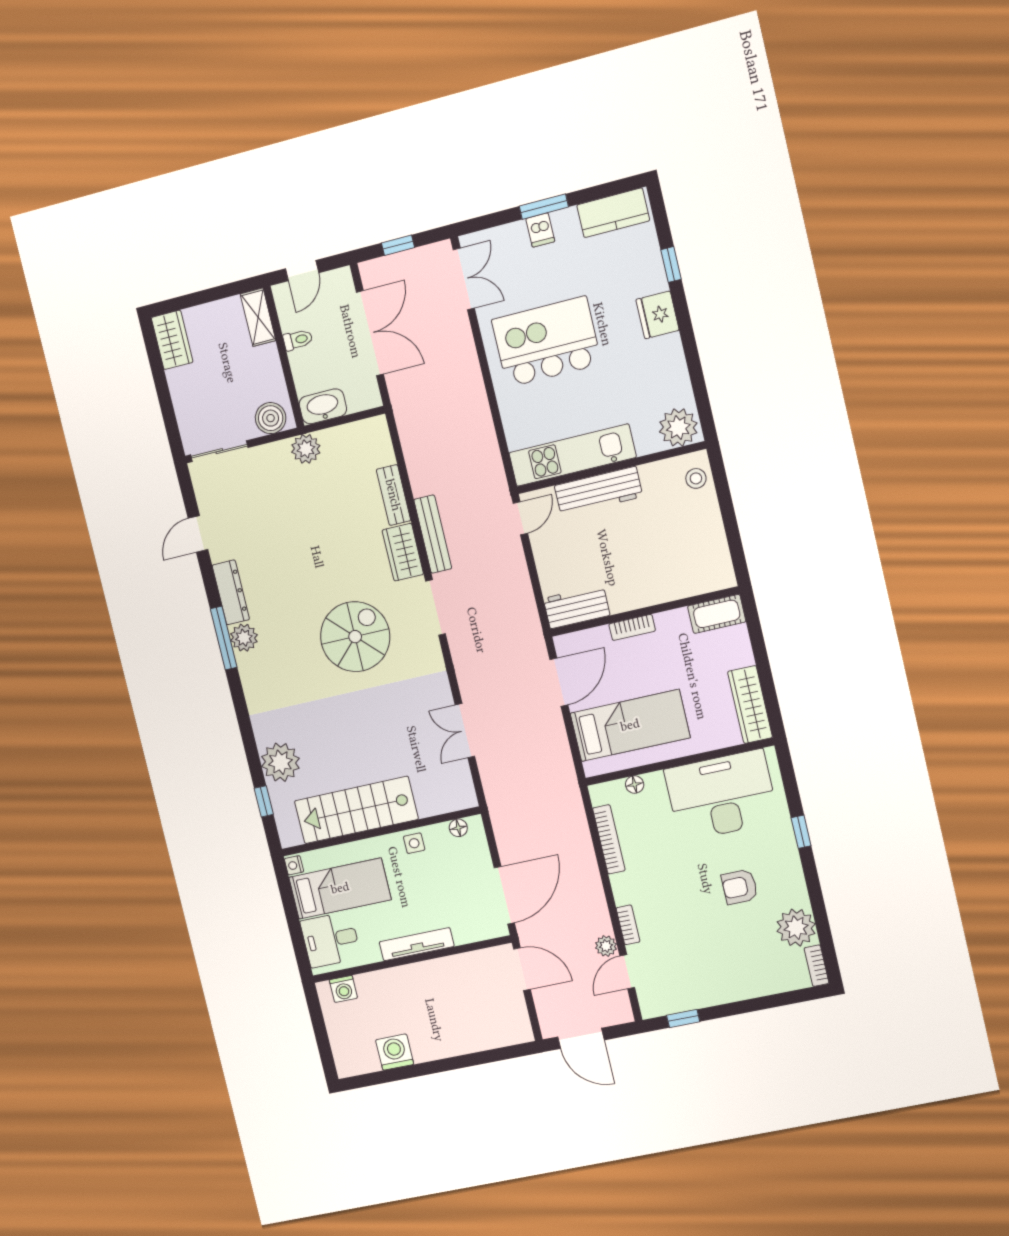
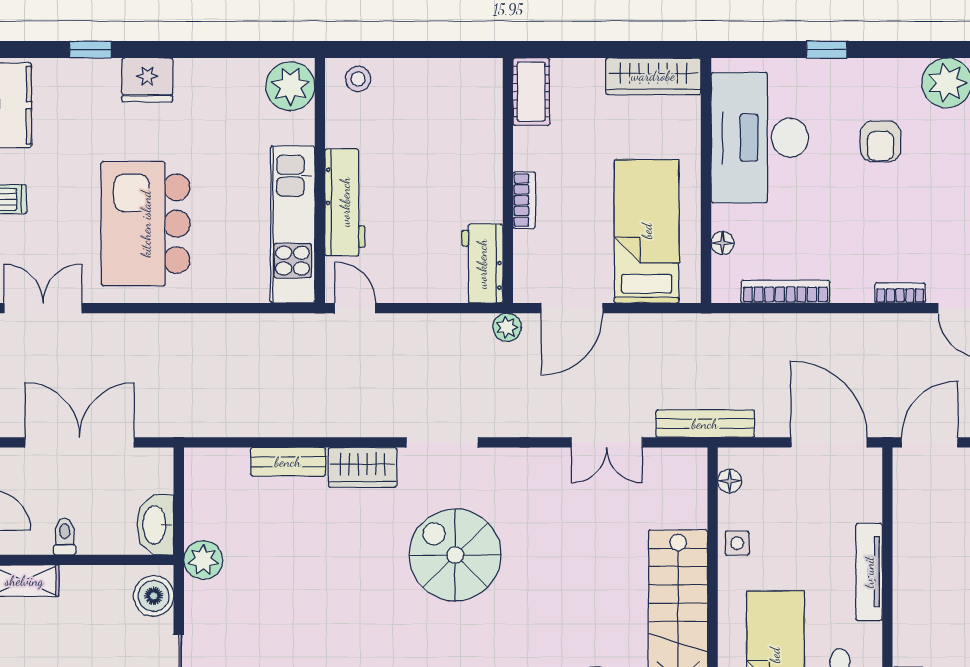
bench: (433, 534) -> (705, 424), moved
door: (559, 682) -> (572, 308), swing flipped
plant: (606, 946) -> (507, 327), moved

